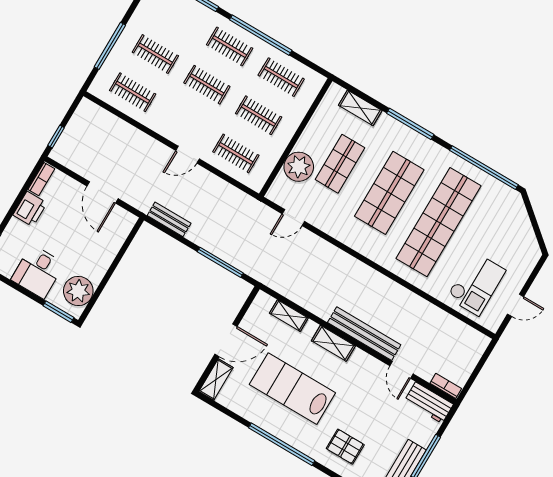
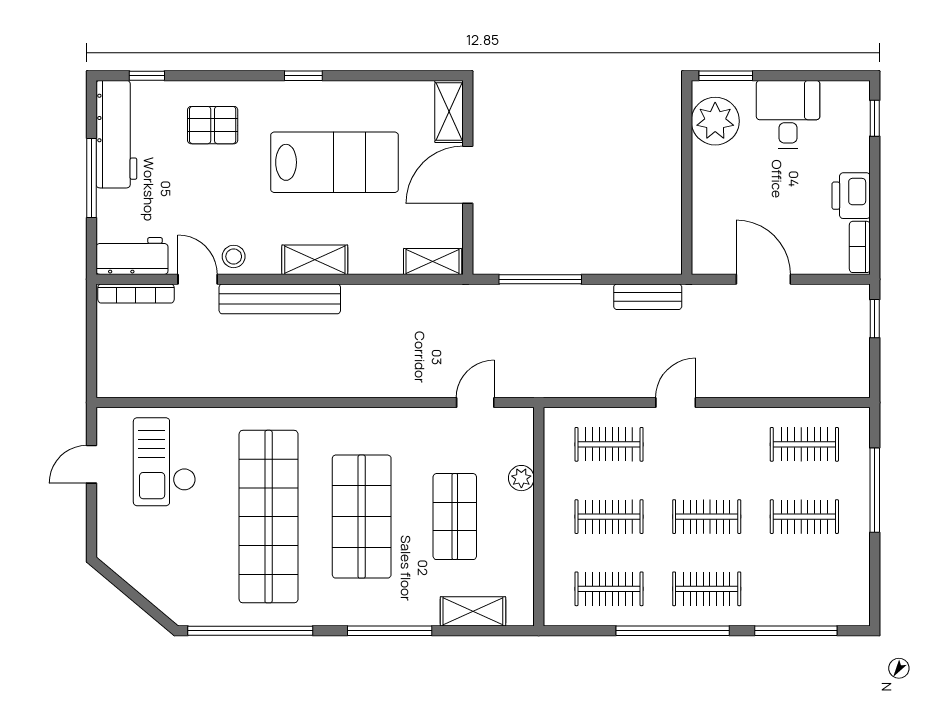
plant: (299, 167) -> (521, 478), width x0.53, depth x0.53
shelving: (289, 316) -> (433, 261), moved
stool: (375, 371) -> (234, 256), added
bookcase: (446, 386) -> (136, 294), width x1.56
window: (282, 444) -> (303, 76), width x0.32

